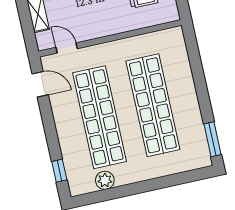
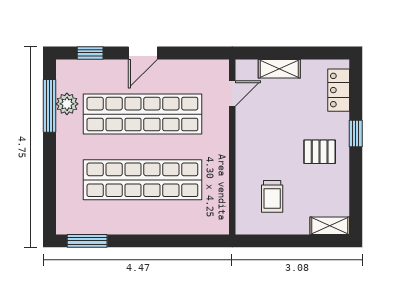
door: (40, 84) -> (143, 53), moved
window: (110, 194) -> (50, 106), added

